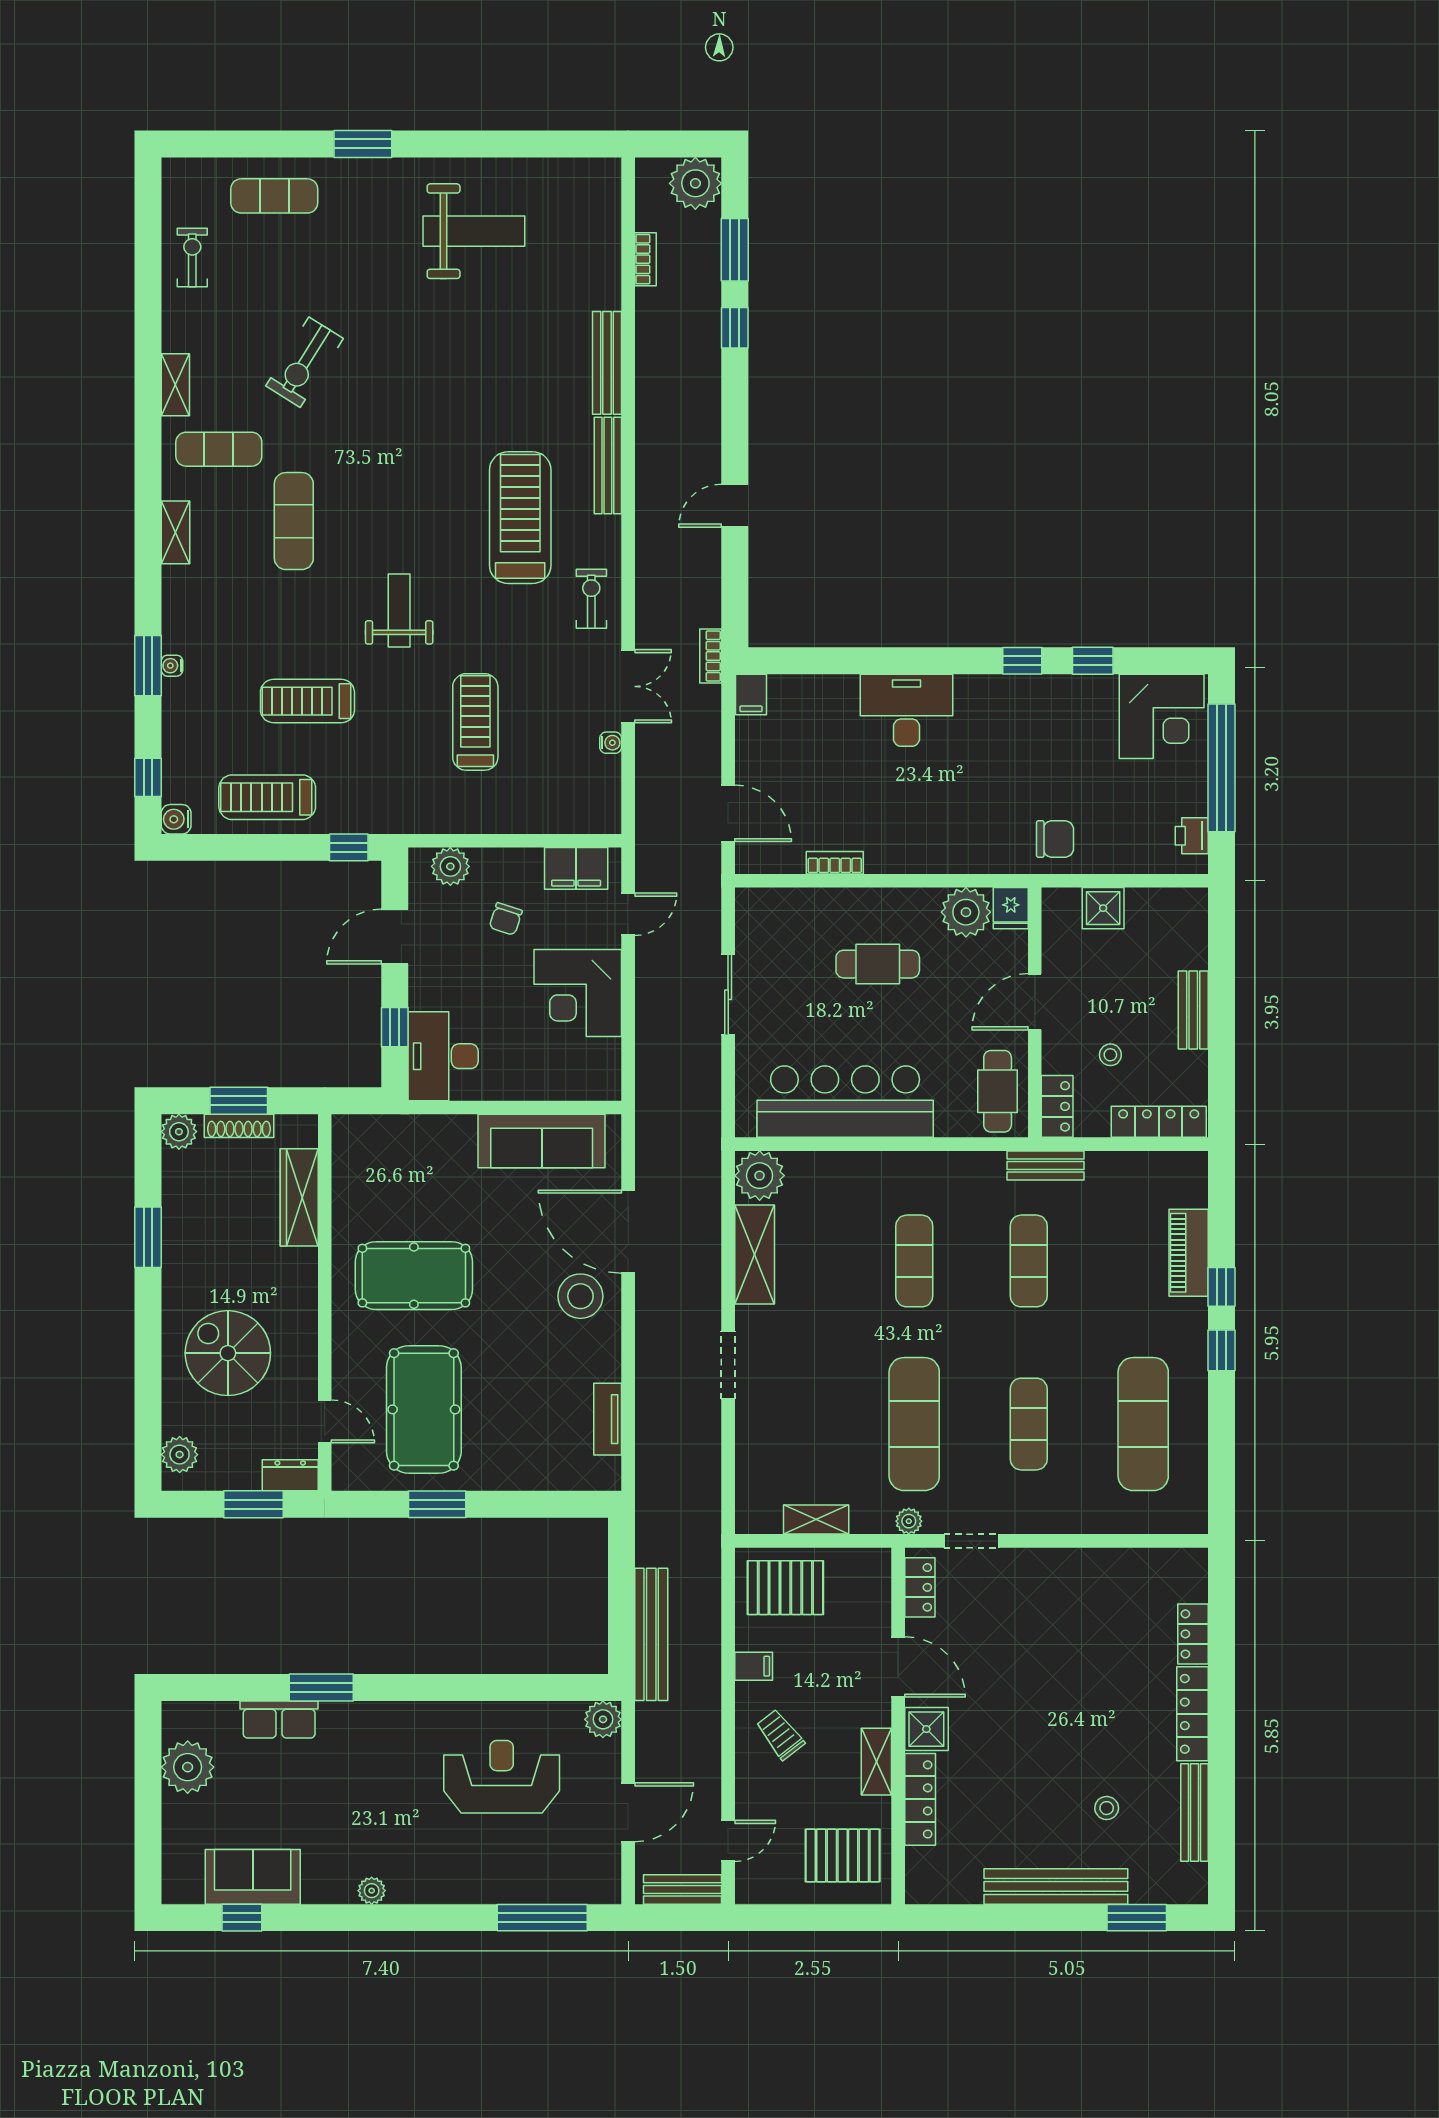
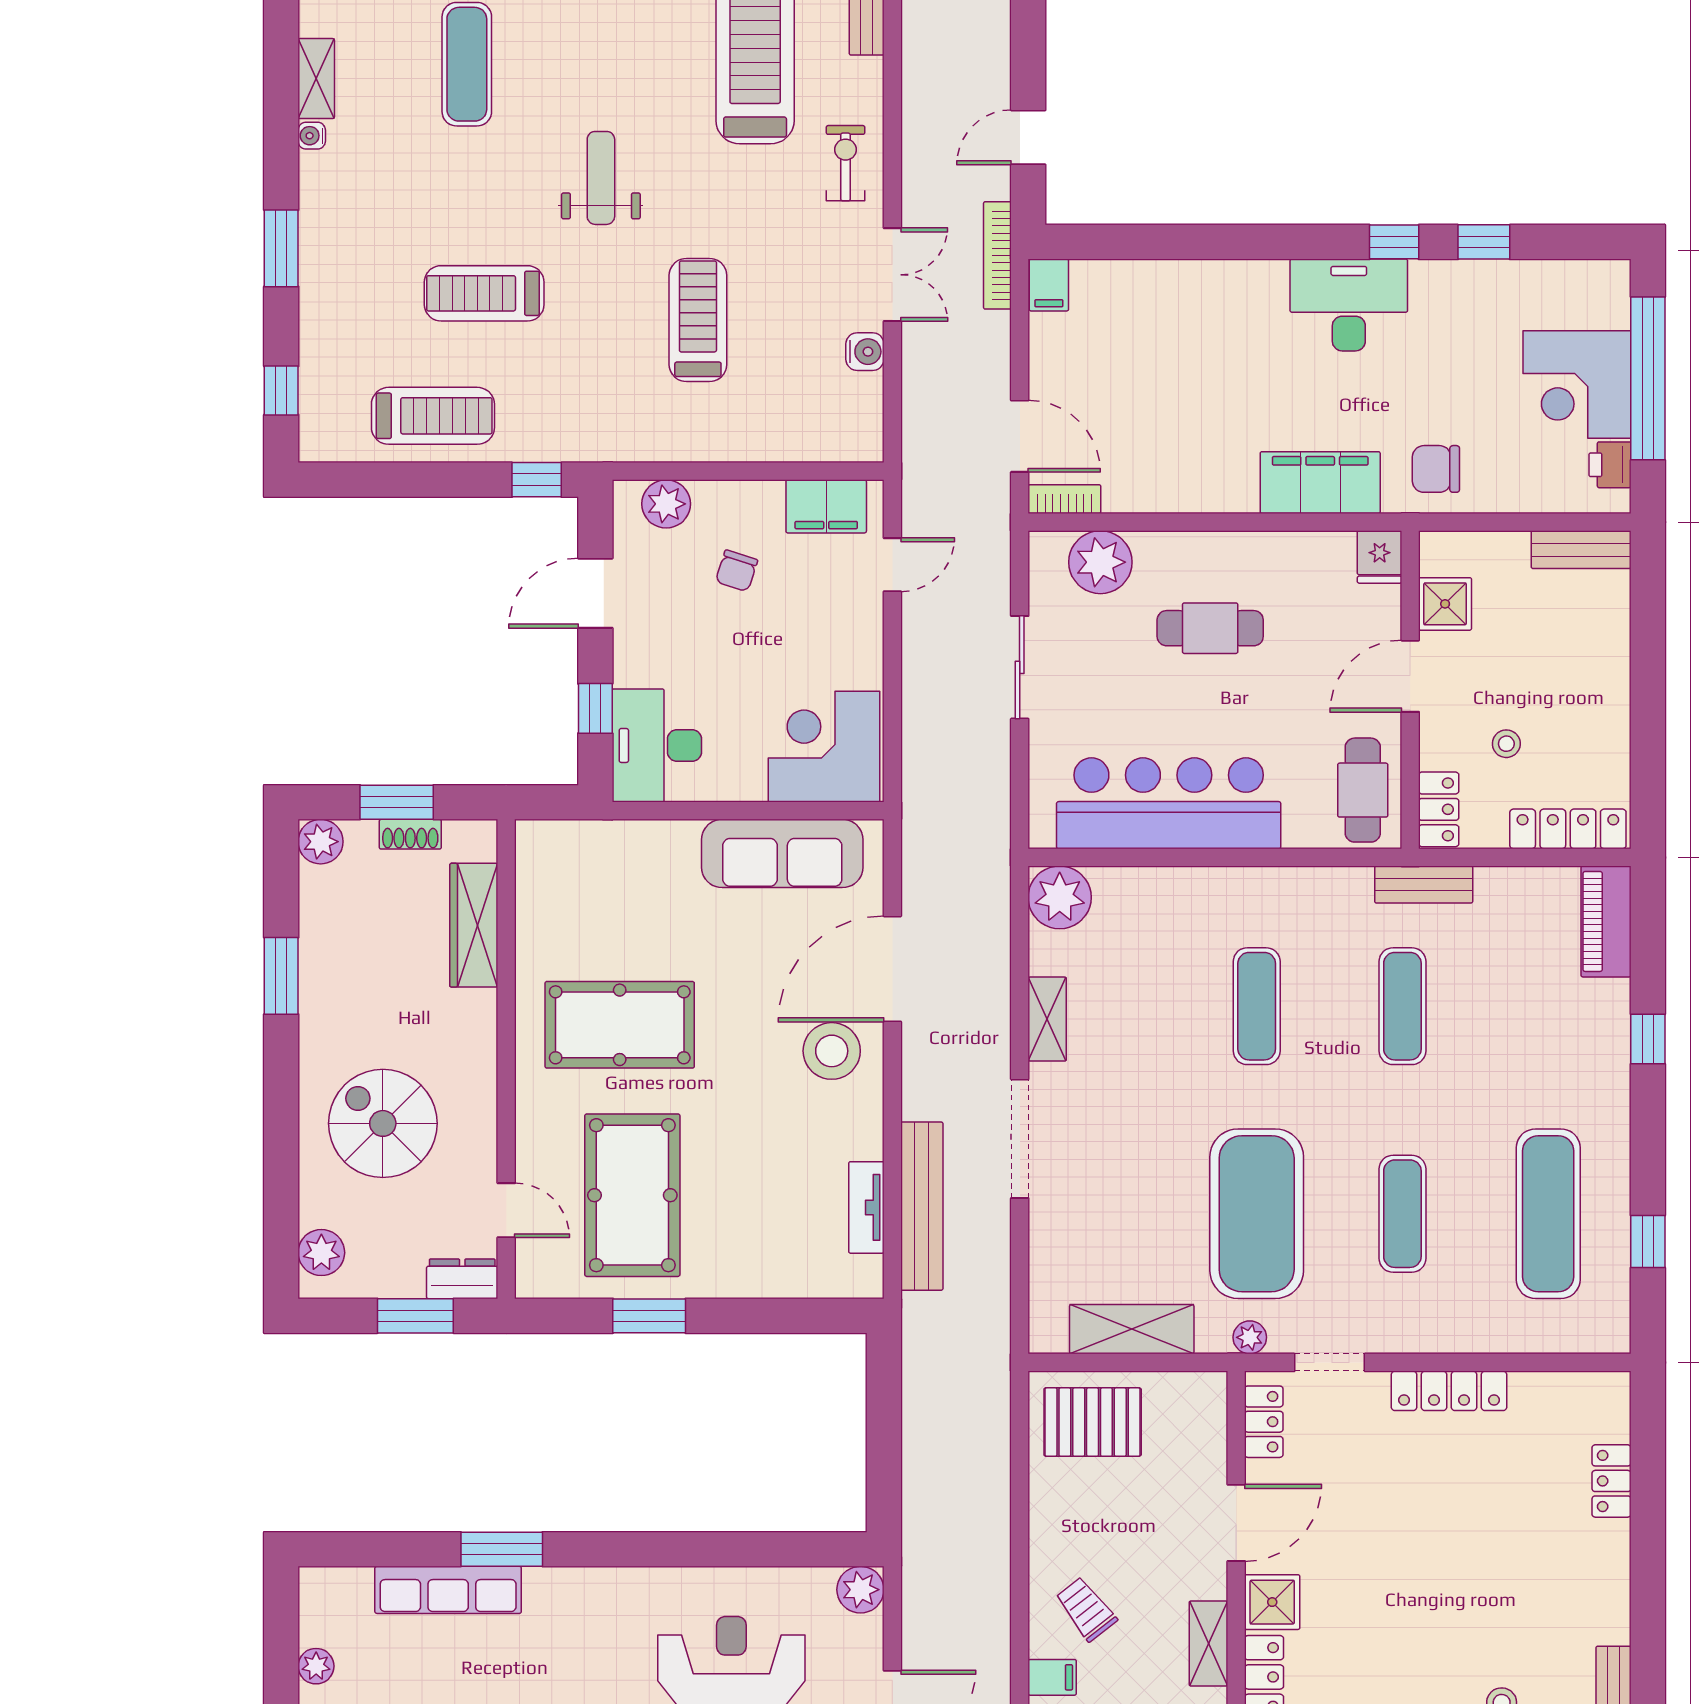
door: (735, 506) -> (1028, 137), moved
bookcase: (711, 656) -> (997, 255), width x1.56
water cooler: (172, 666) -> (312, 136), moved
desk: (906, 710) -> (1349, 305), moved
corner desk: (1162, 716) -> (1577, 385), moved, turned 90
water cooler: (611, 743) -> (865, 352), width x1.38, depth x1.38
treadmill: (267, 797) -> (433, 416), turned 180
water cooler: (176, 819) -> (317, 444), removed
chair: (1055, 839) -> (1436, 469), turned 180
filing cabinet: (964, 850) -> (1320, 483), added
bookcase: (835, 863) -> (1064, 499), moved
shower: (1103, 908) -> (1445, 604), moved
plant: (966, 912) -> (1100, 562), moved
corner desk: (578, 993) -> (824, 747), moved, turned 90
bench: (1193, 1010) -> (1581, 550), moved, turned 90
shoe rack: (239, 1126) -> (410, 834), width x0.70
door: (628, 1232) -> (892, 969), hinge flipped
piano: (1189, 1253) -> (1606, 921), moved
shelving: (755, 1255) -> (1047, 1019), width x0.67, depth x0.75
window: (1222, 1350) -> (1648, 1242), moved
doorway: (728, 1365) -> (1020, 1139), width x1.36
exercise mat: (914, 1424) -> (1257, 1214), width x1.47
shelving: (816, 1520) -> (1132, 1329), width x1.50, depth x1.33
bench: (651, 1634) -> (922, 1206), moved
filing cabinet: (754, 1666) -> (1052, 1677), moved
door: (898, 1667) -> (1236, 1523), hinge flipped
locker: (1193, 1714) -> (1449, 1391), moved, turned -90
row of seats: (279, 1719) -> (448, 1590), width x1.48
plant: (188, 1767) -> (316, 1666), width x0.53, depth x0.53

